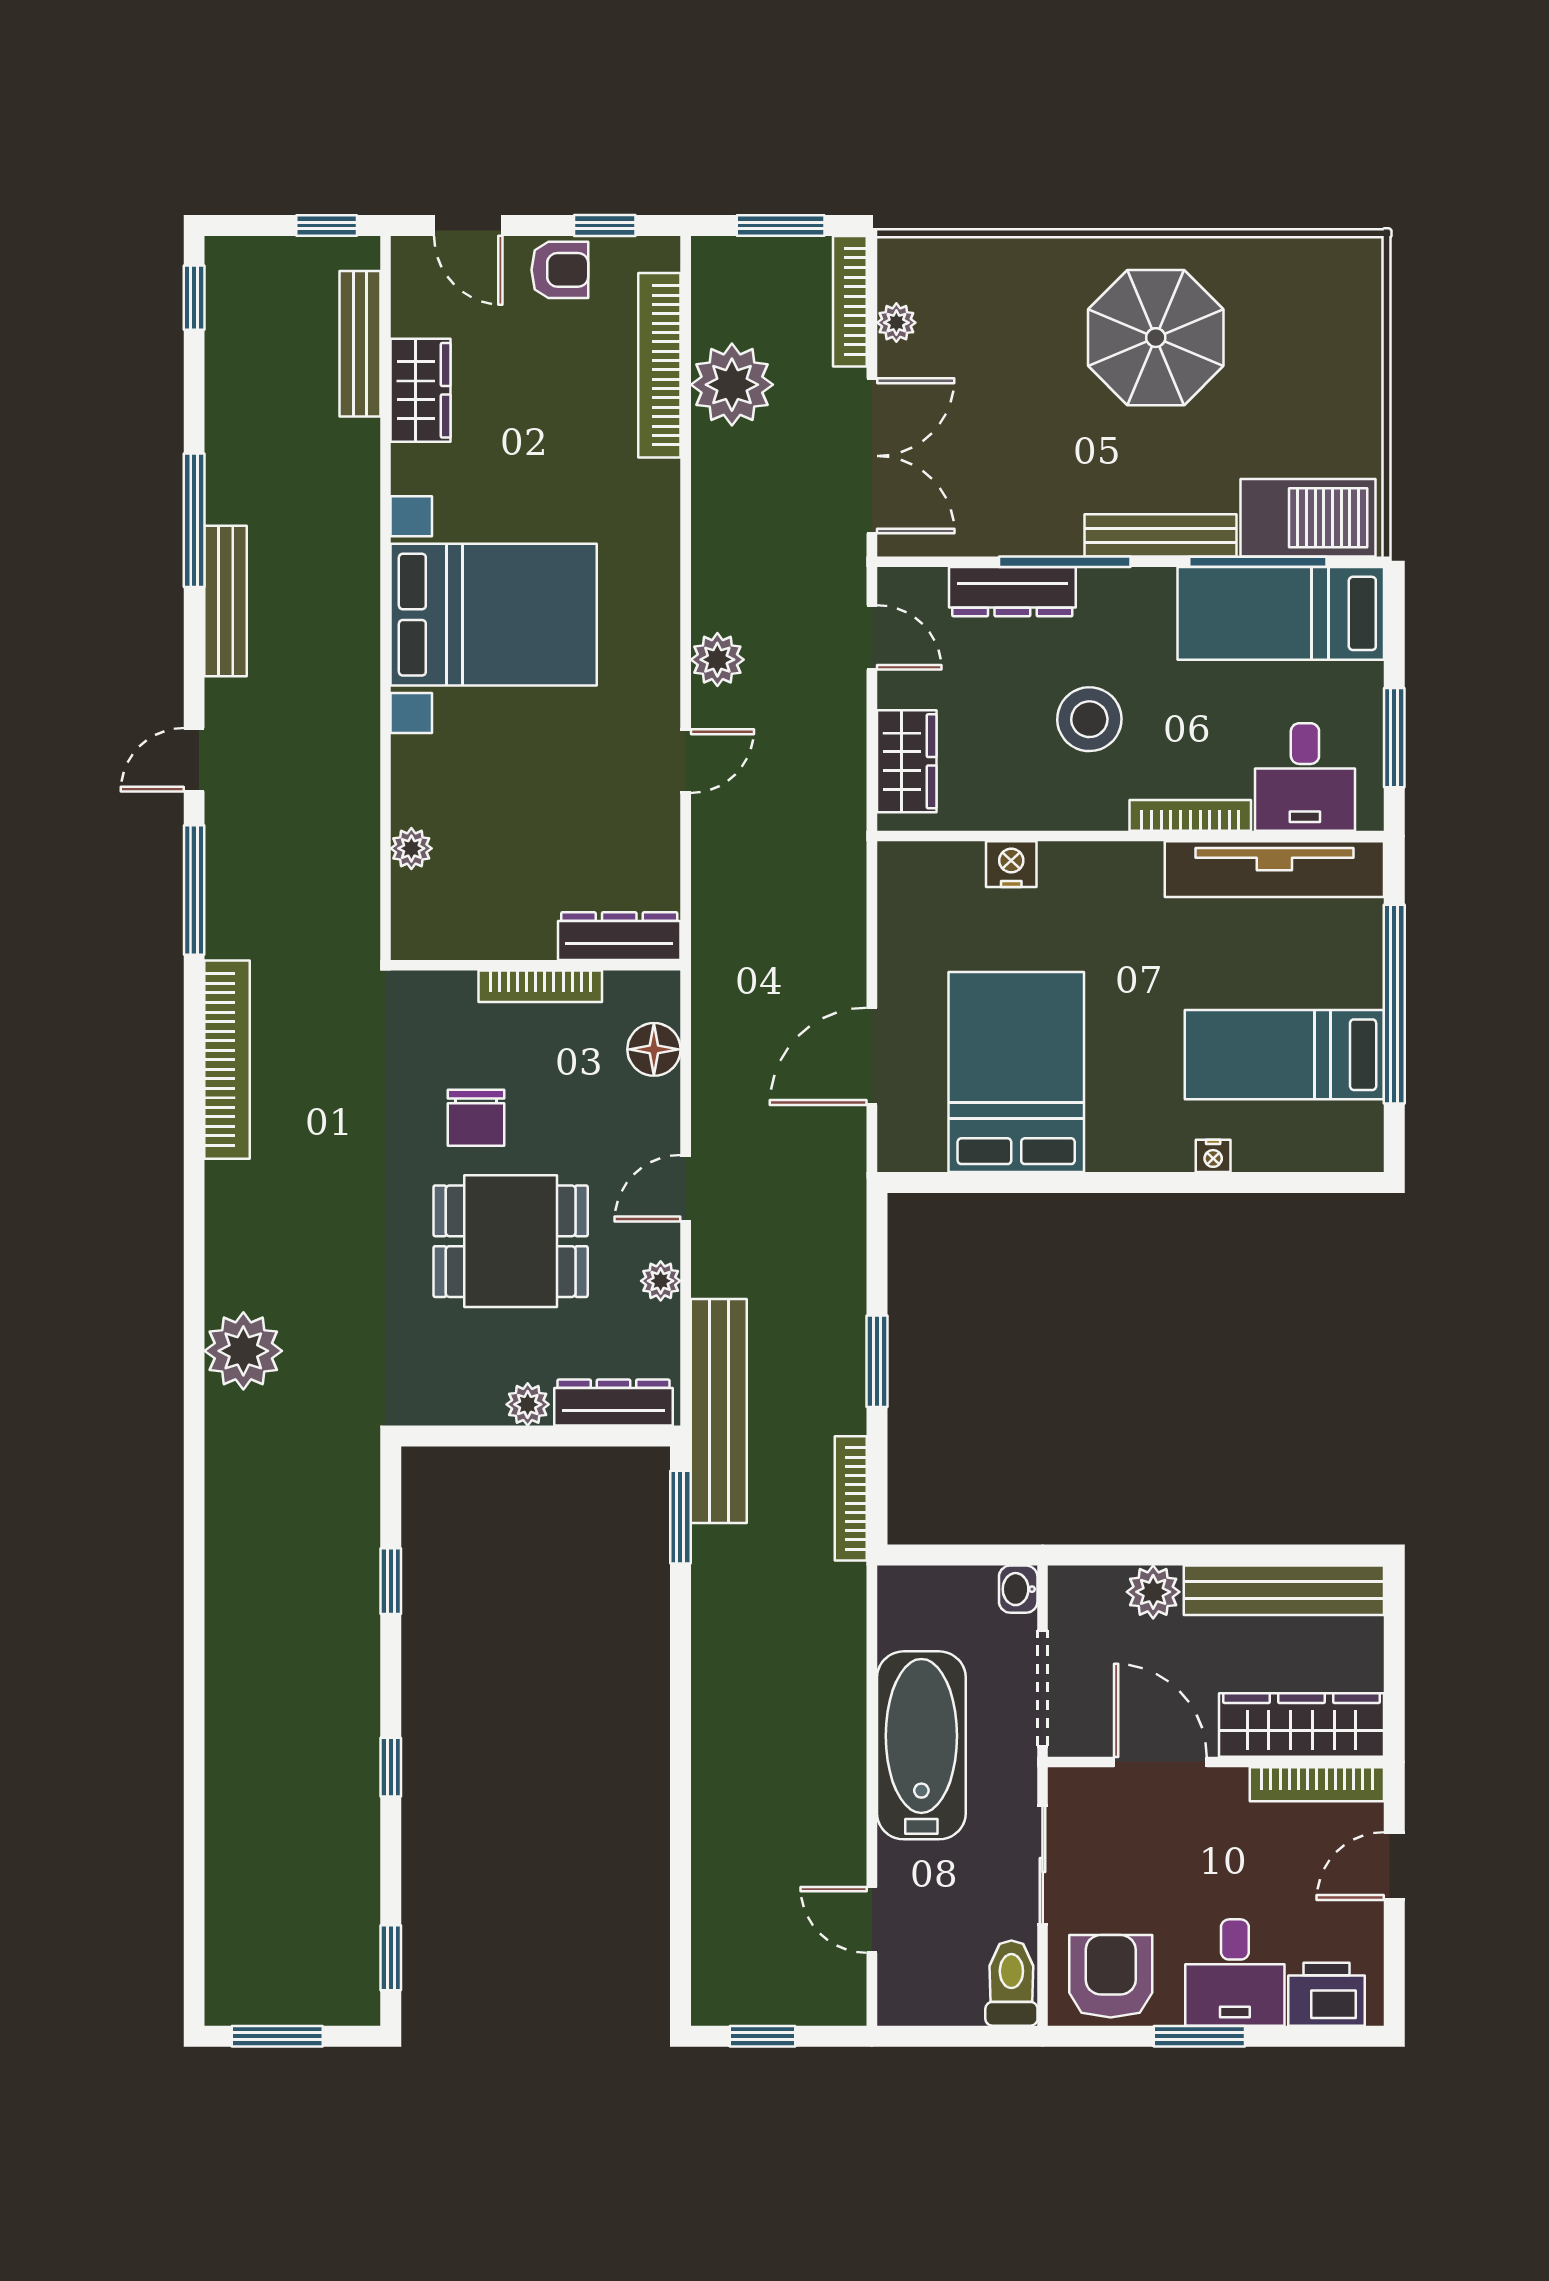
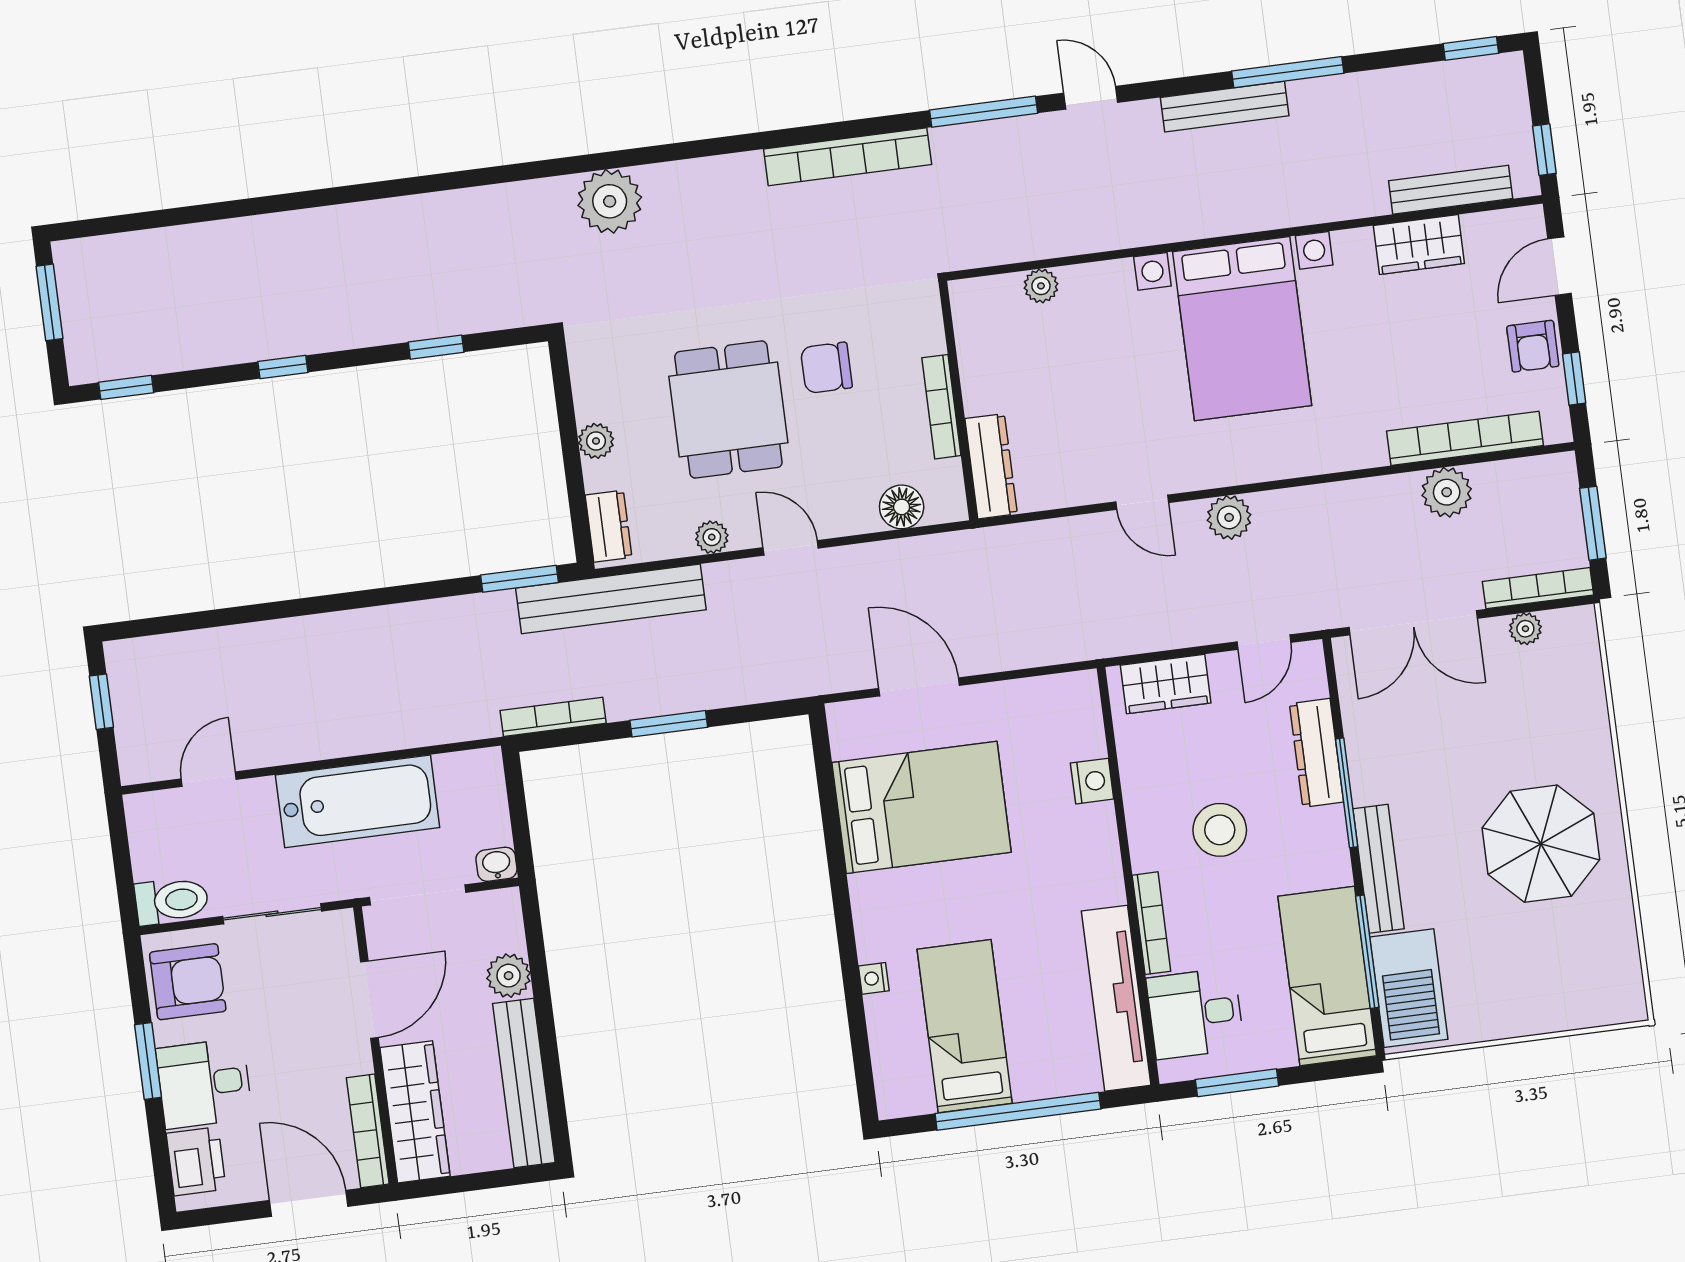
plant: (732, 385) -> (1447, 492), width x0.73, depth x0.73
dresser: (614, 1403) -> (609, 526), width x0.70
door: (1394, 1866) -> (309, 1203), width x1.38

